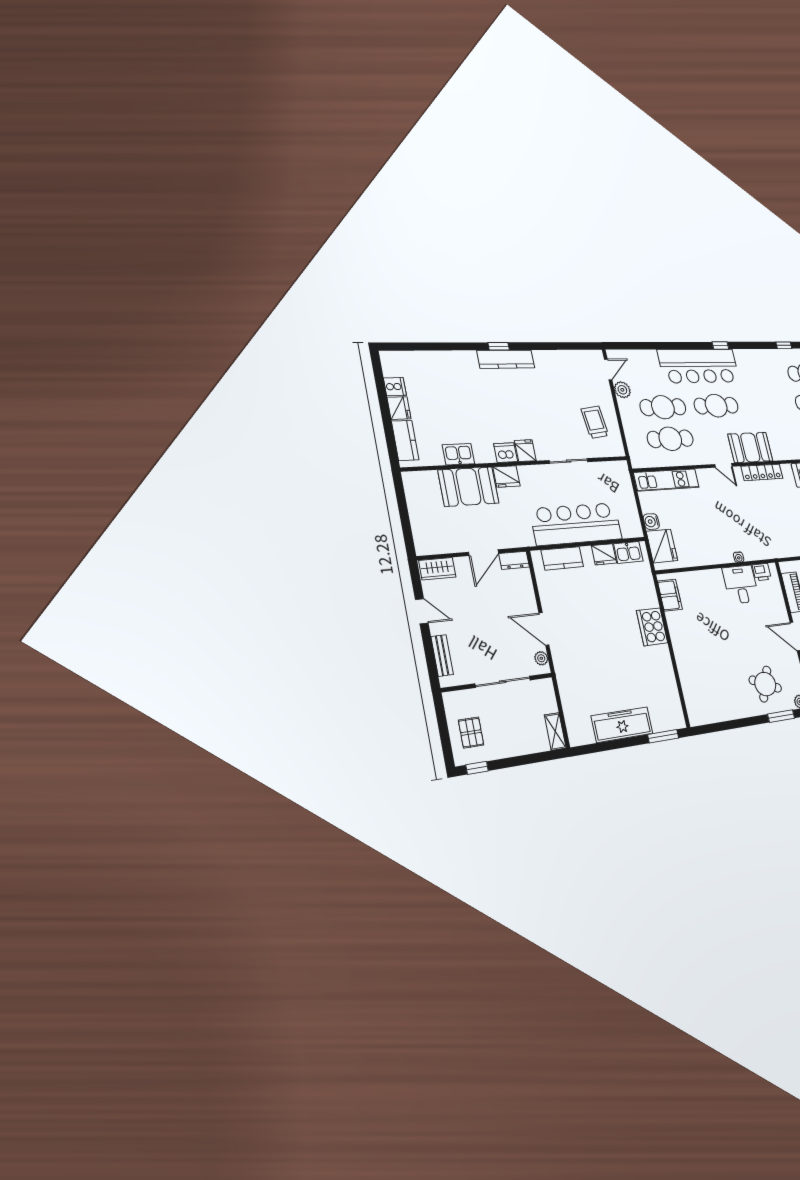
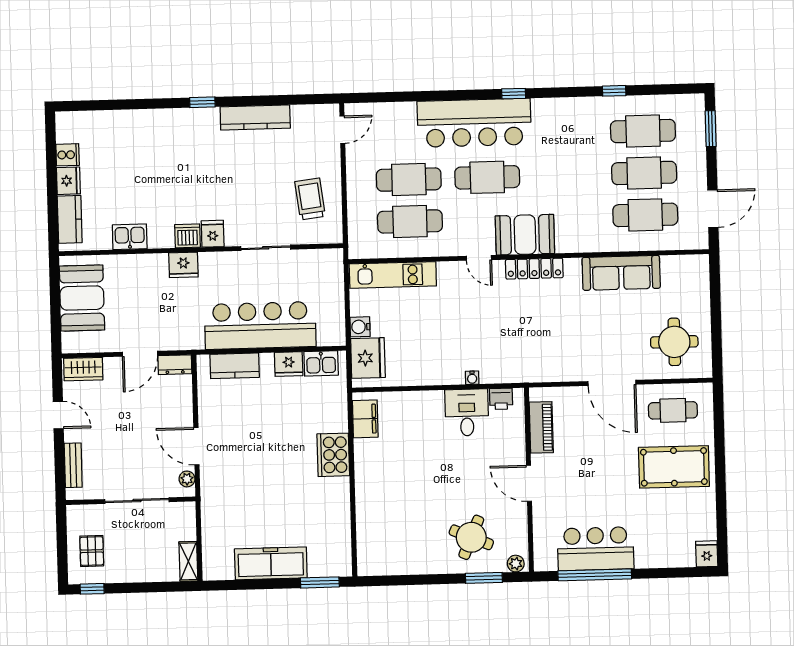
kitchen counter: (506, 359) -> (255, 117), moved
plant: (622, 390) -> (357, 157), removed
booth: (468, 487) -> (82, 298), moved, turned 90

